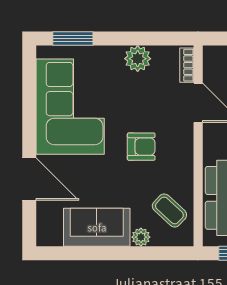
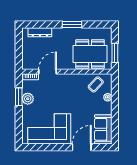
window: (73, 39) -> (19, 97), moved
armchair: (141, 147) -> (67, 97), removed
sofa: (97, 227) -> (103, 129), moved

